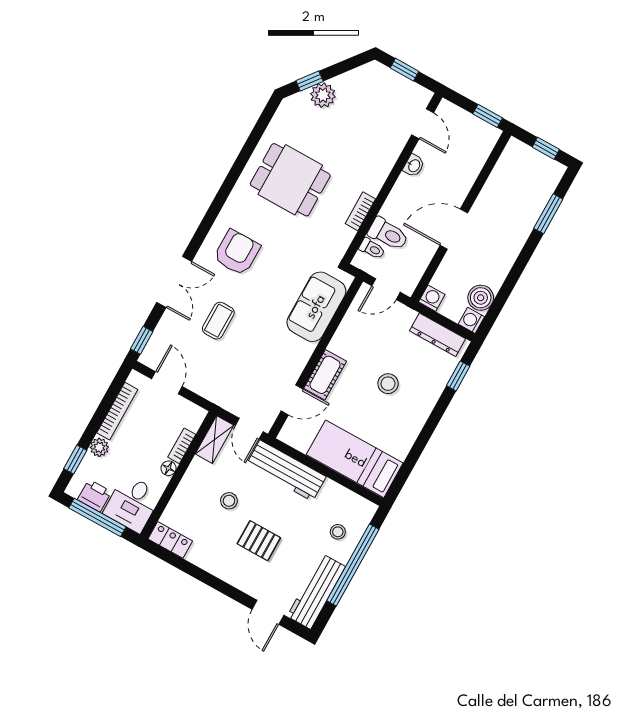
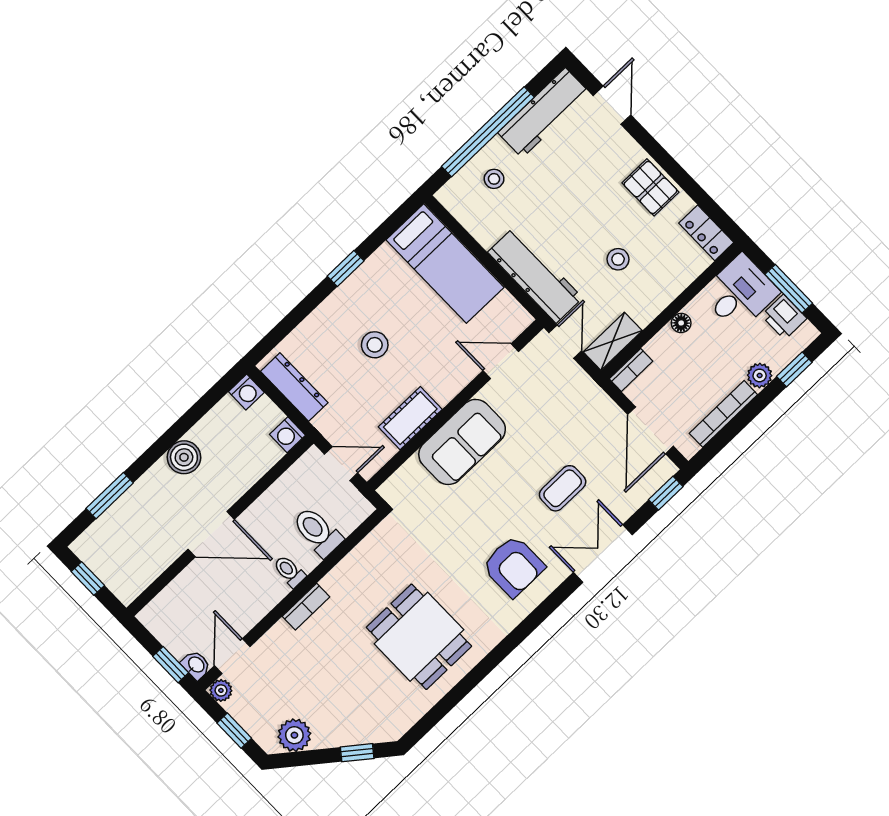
plant: (323, 95) -> (294, 735), moved
plant: (423, 96) -> (221, 690), added
window: (488, 116) -> (171, 665), moved
washbasin: (414, 166) -> (196, 665), moved, turned 90
bookcase: (360, 211) -> (306, 607), moved
door: (454, 229) -> (211, 534), moved
toilet: (372, 249) -> (289, 571), moved
armchair: (237, 253) -> (513, 566), turned -90
boiler: (481, 298) -> (184, 457), moved
sofa: (316, 307) -> (462, 442), moved
cot: (325, 375) -> (410, 418), moved
window: (458, 376) -> (346, 269), moved
door: (167, 383) -> (651, 430), width x1.38
bookcase: (182, 446) -> (631, 370), moved
window: (97, 517) -> (789, 289), width x0.69
pallet: (259, 541) -> (650, 187), moved

